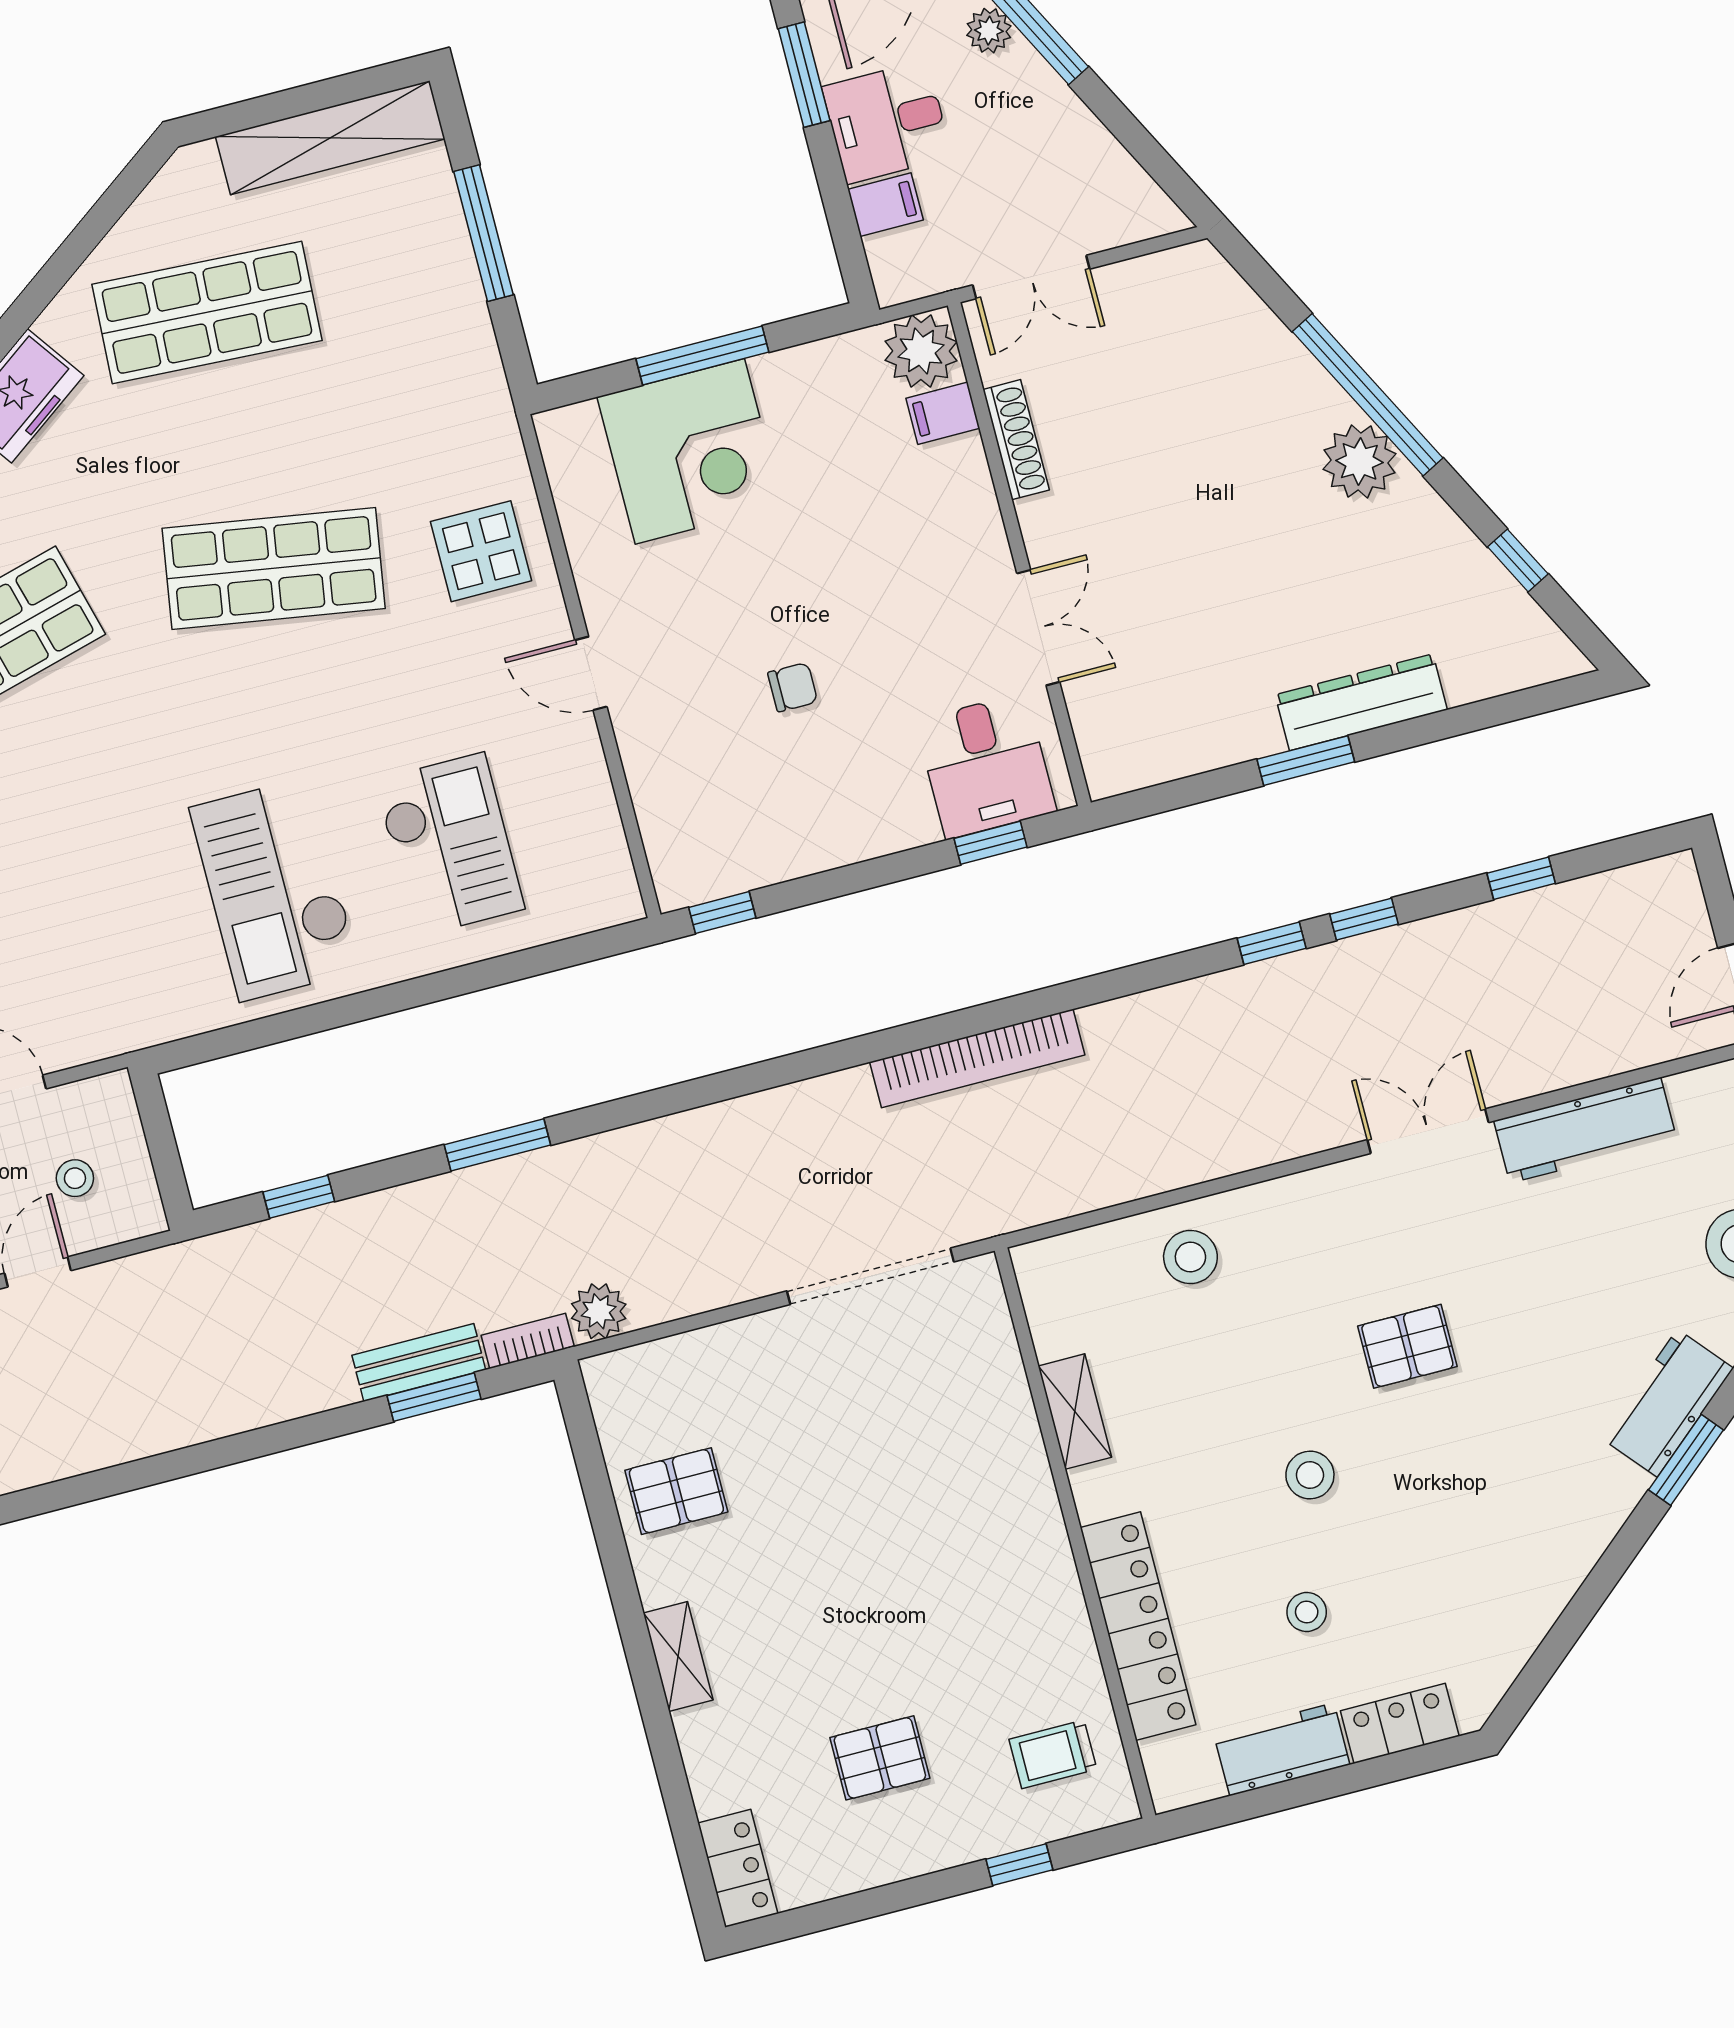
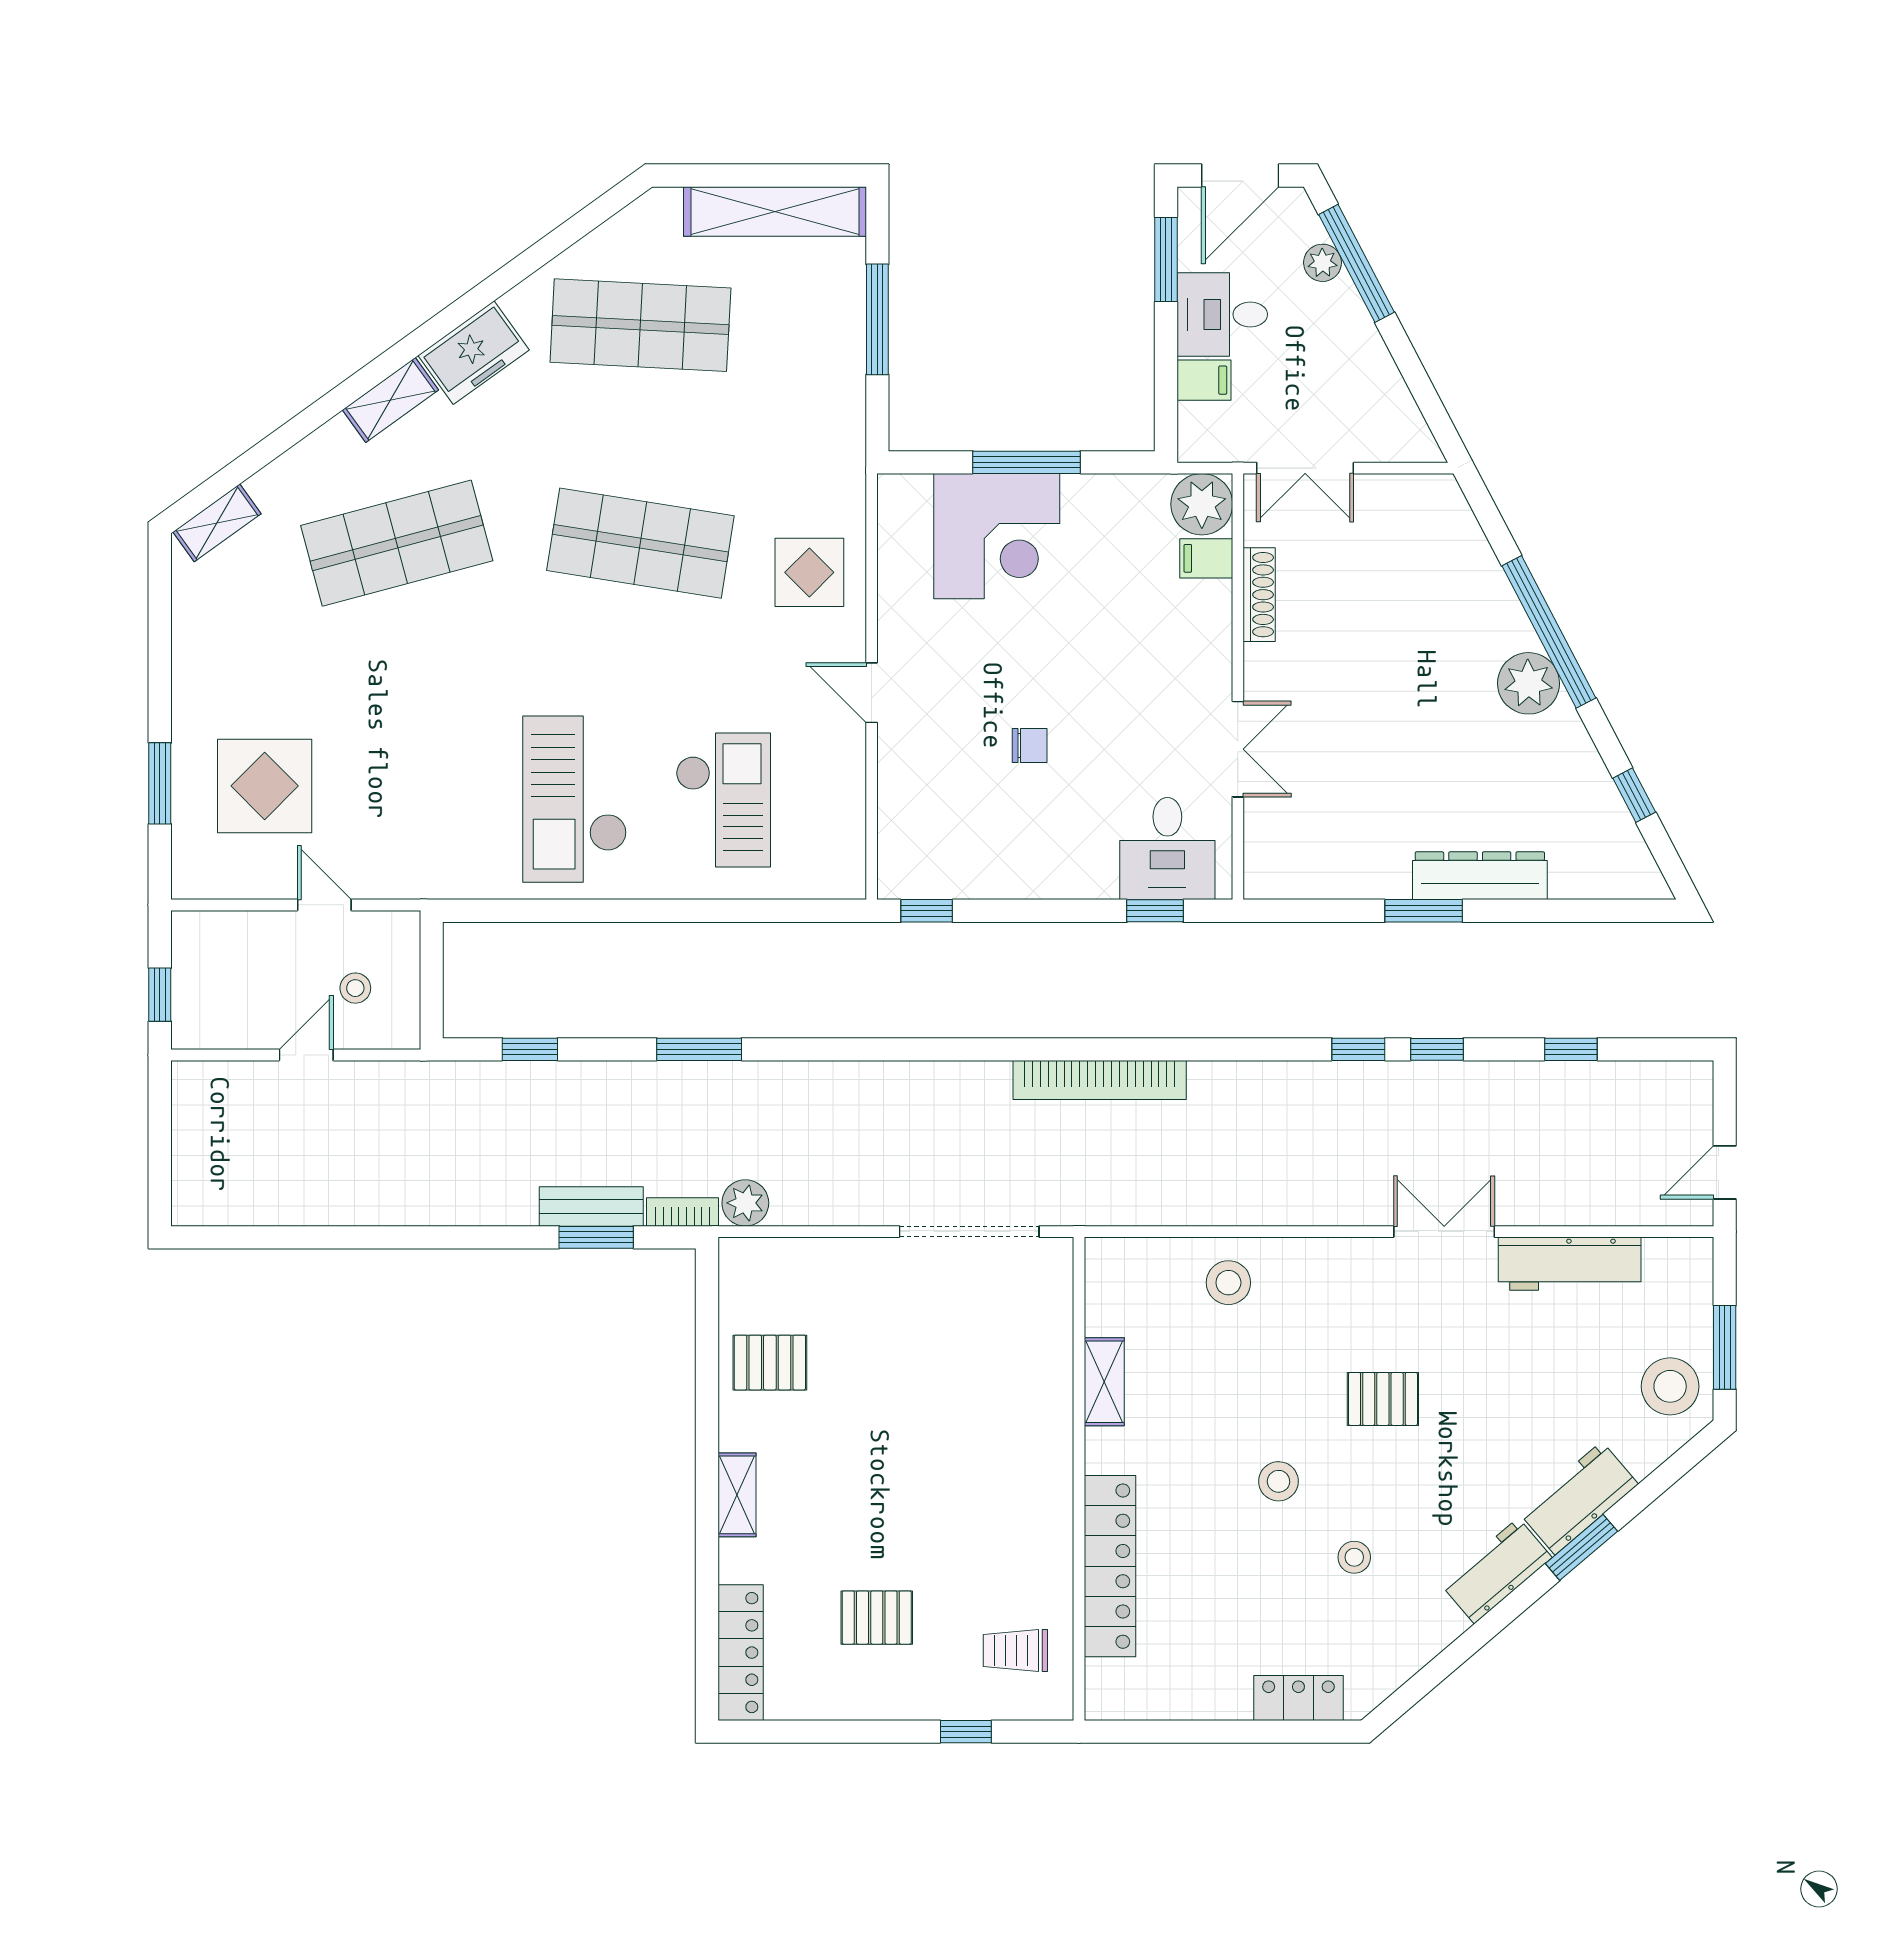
stool: (1307, 1612) -> (1354, 1557), moved
workbench: (1282, 1749) -> (1496, 1571), moved, turned -40
locker: (738, 1868) -> (741, 1653), width x1.53

